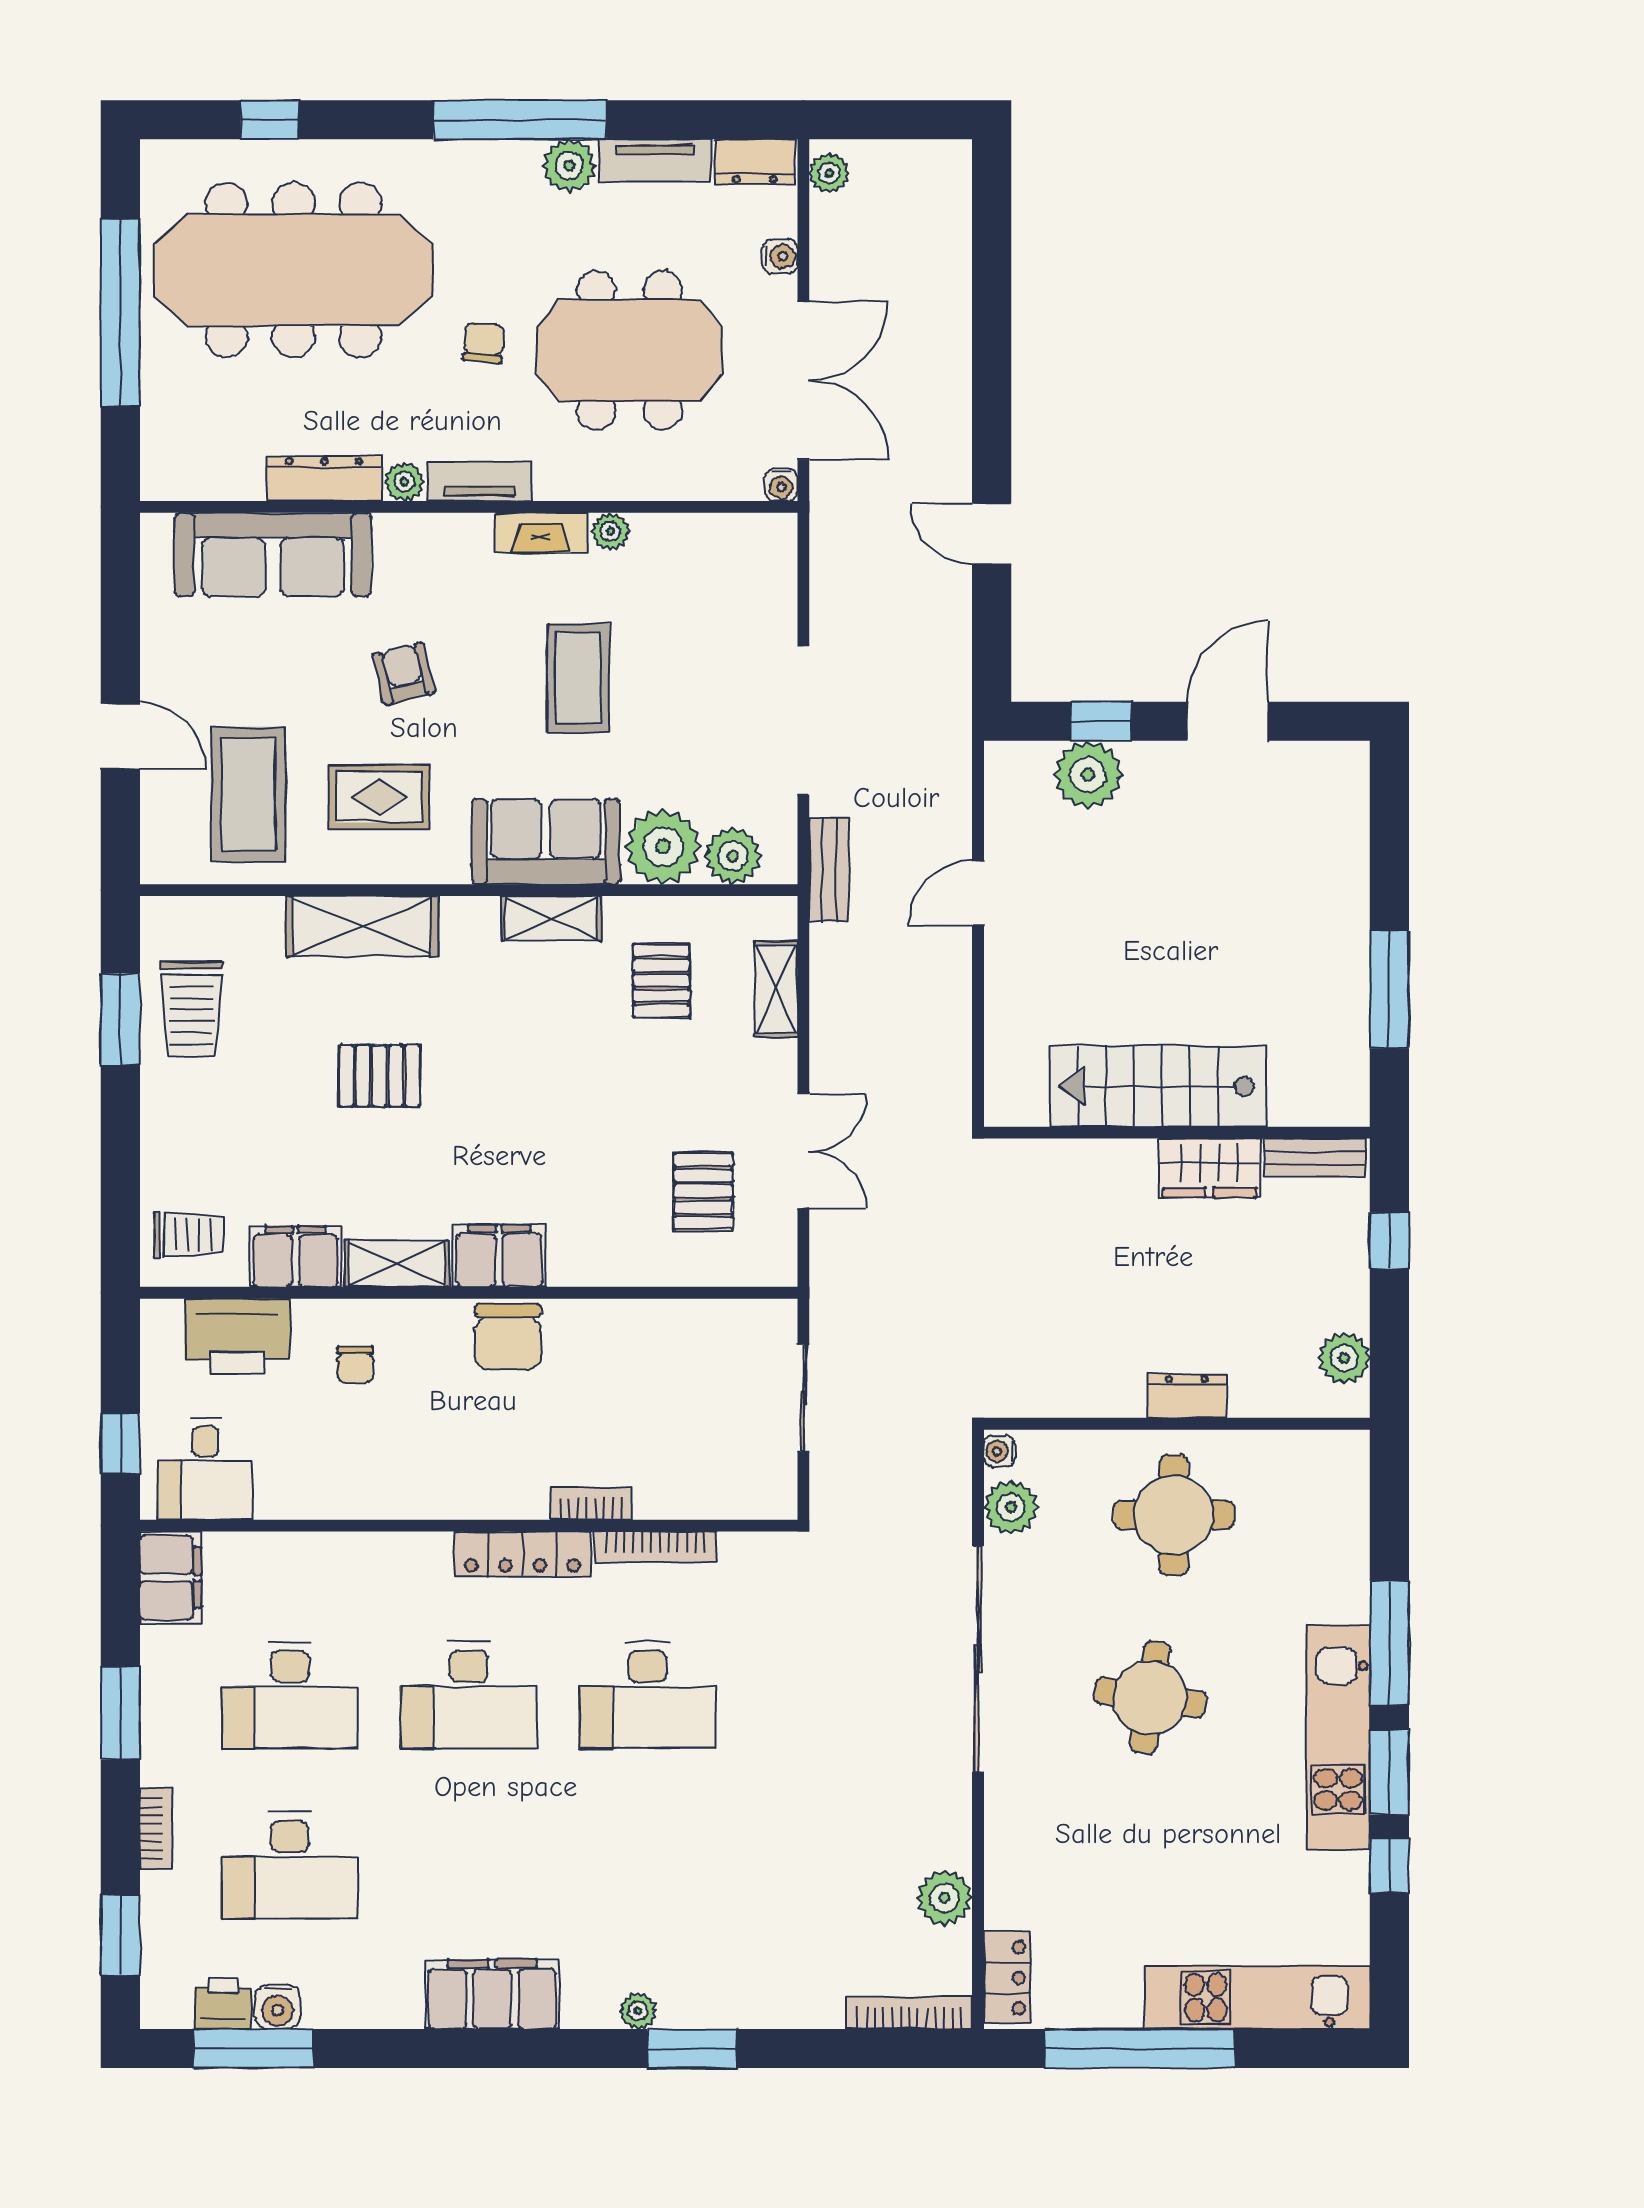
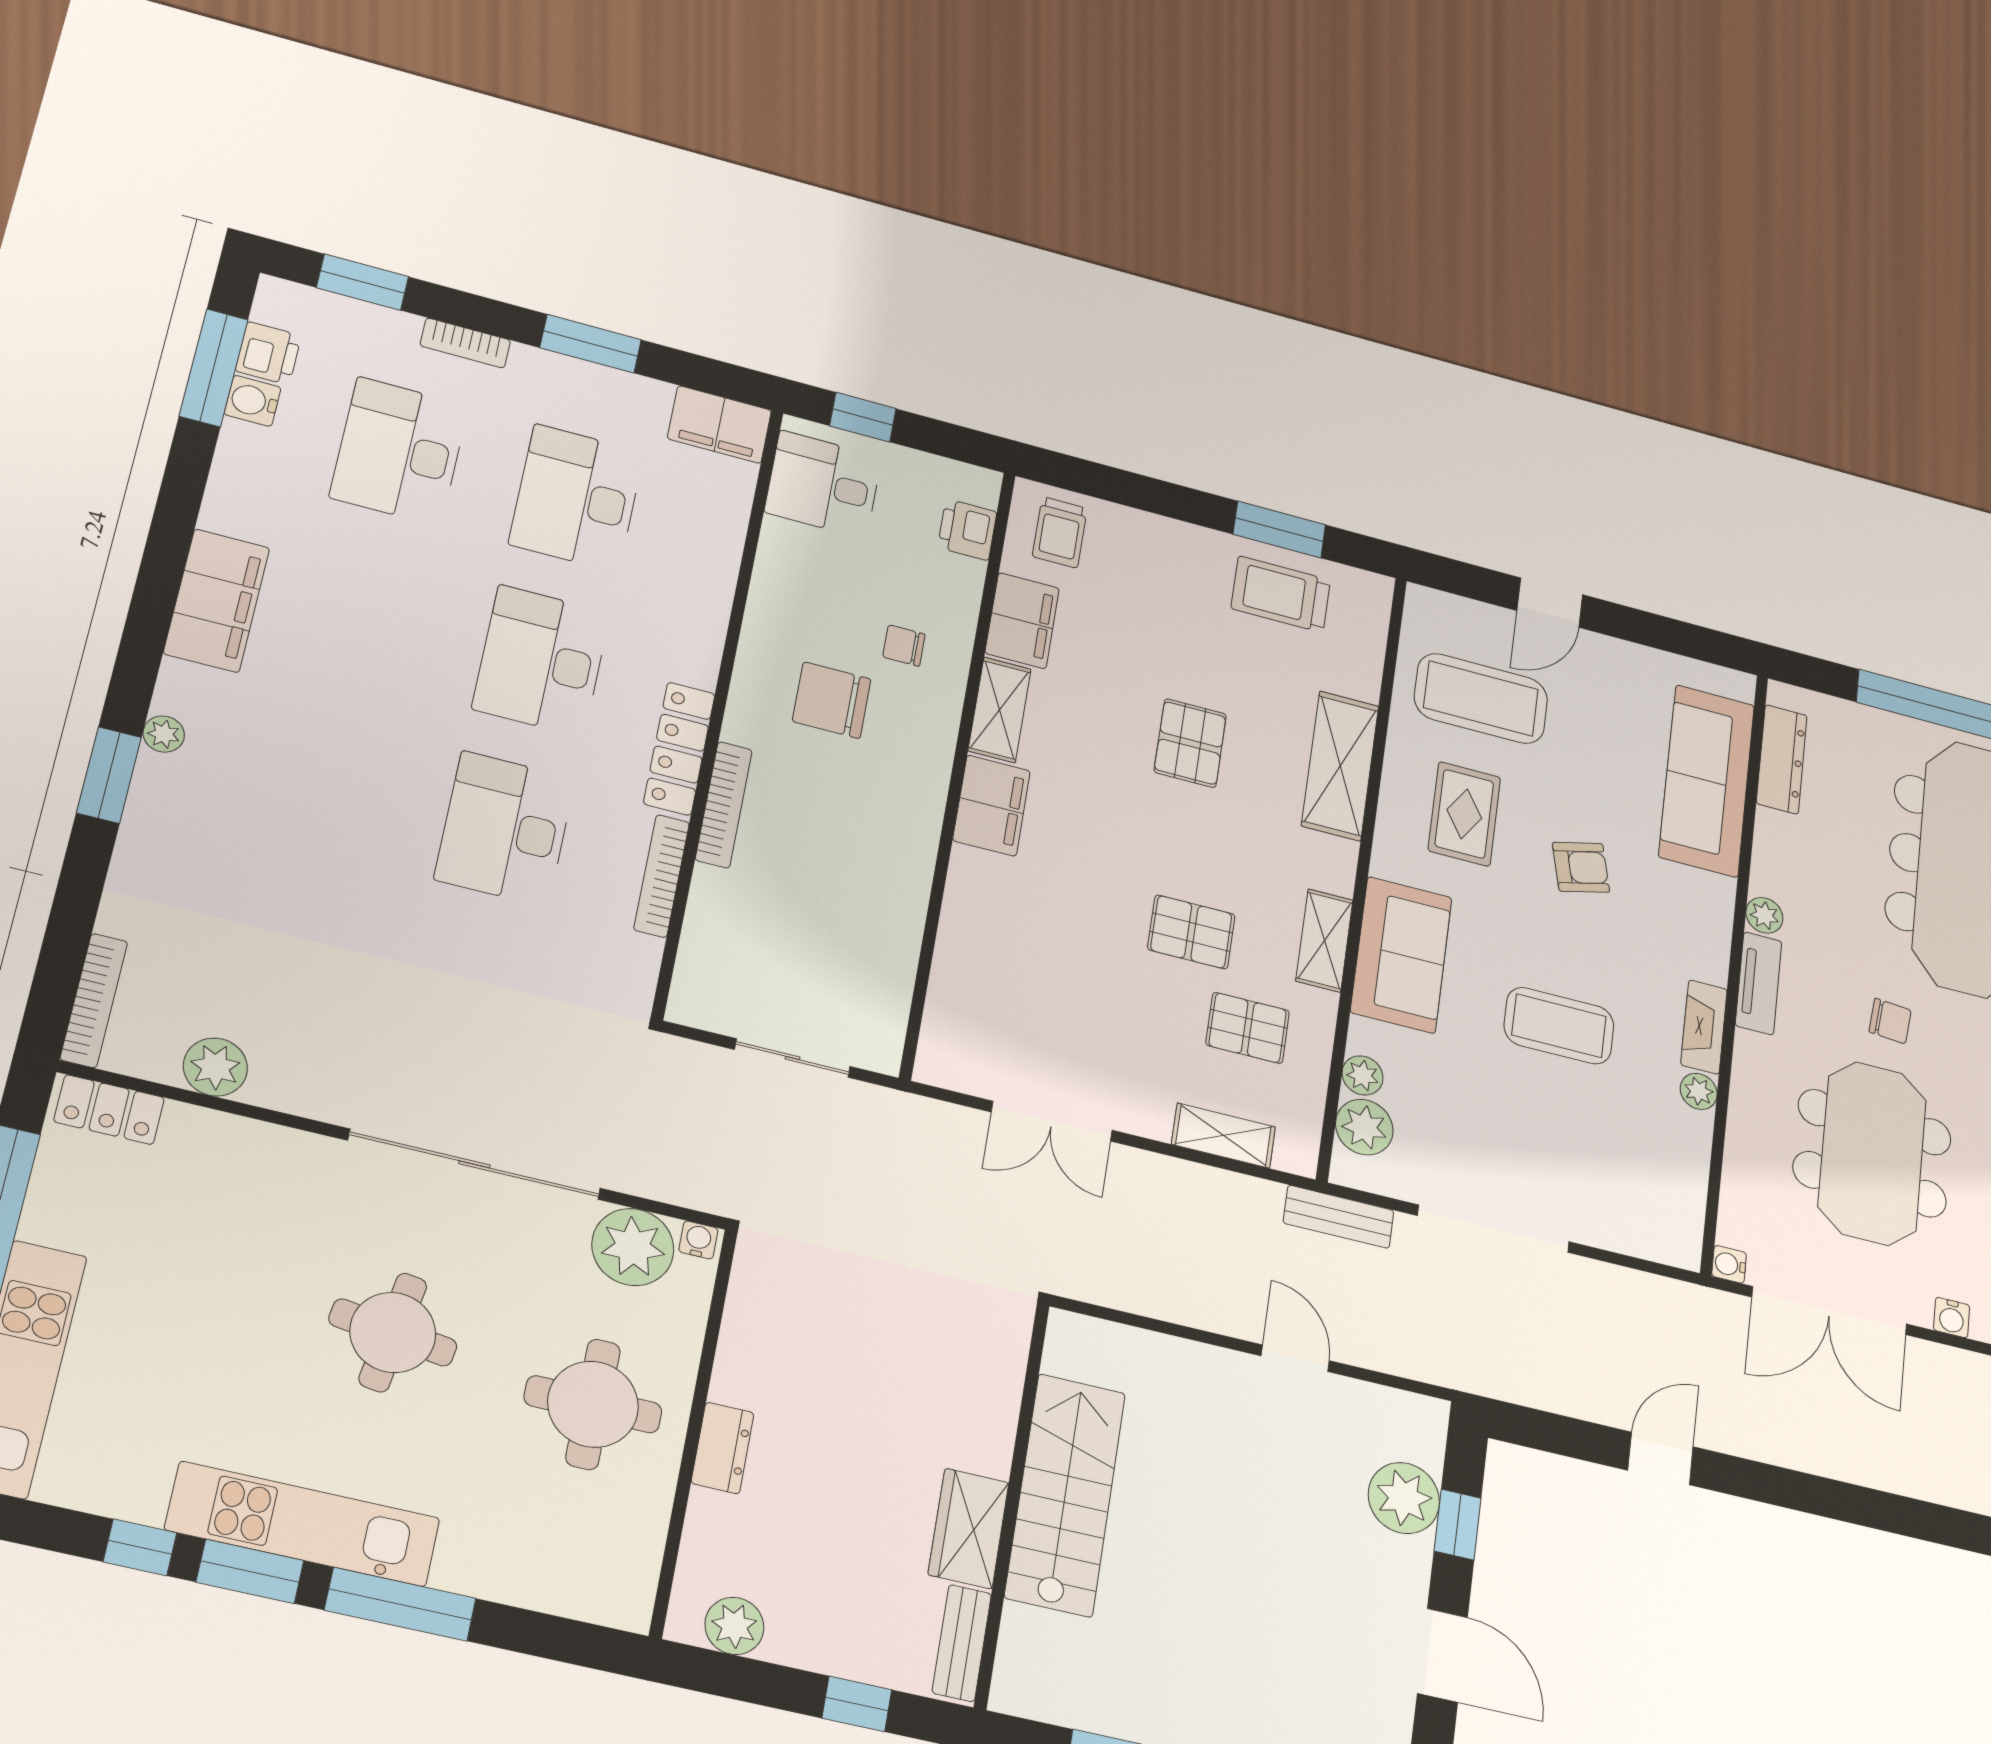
dresser: (324, 479) -> (1782, 759), moved
plant: (663, 847) -> (1363, 1075), width x0.53, depth x0.53
pallet: (703, 1191) -> (1191, 932), moved
printer: (237, 1336) -> (967, 530), width x0.53, depth x0.68
chair: (508, 1337) -> (832, 700), moved
bookcase: (591, 1504) -> (724, 805), width x1.56
plant: (1011, 1507) -> (633, 1247), width x1.36, depth x1.36

